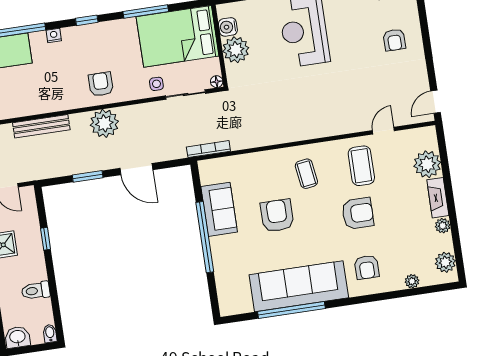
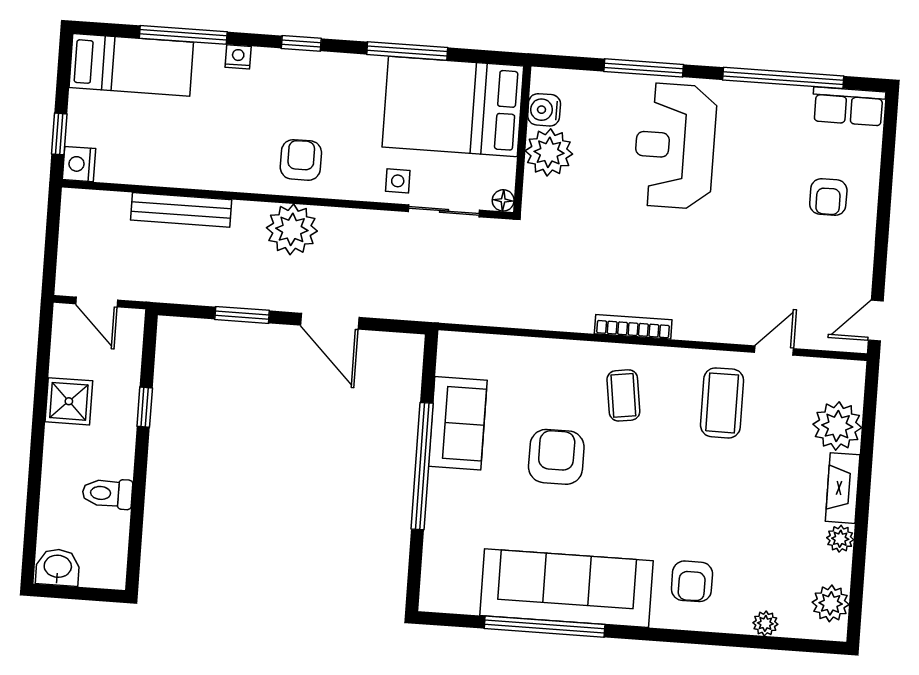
bookcase: (208, 149) -> (633, 327), moved
armchair: (358, 213) -> (697, 484), removed
bidet: (50, 333) -> (115, 573), removed

